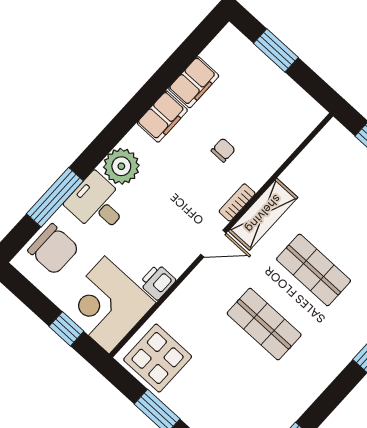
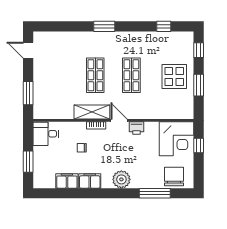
desk: (97, 204) -> (46, 134), moved, turned 90
printer: (157, 282) -> (136, 128), moved
display table: (158, 358) -> (174, 76), moved

